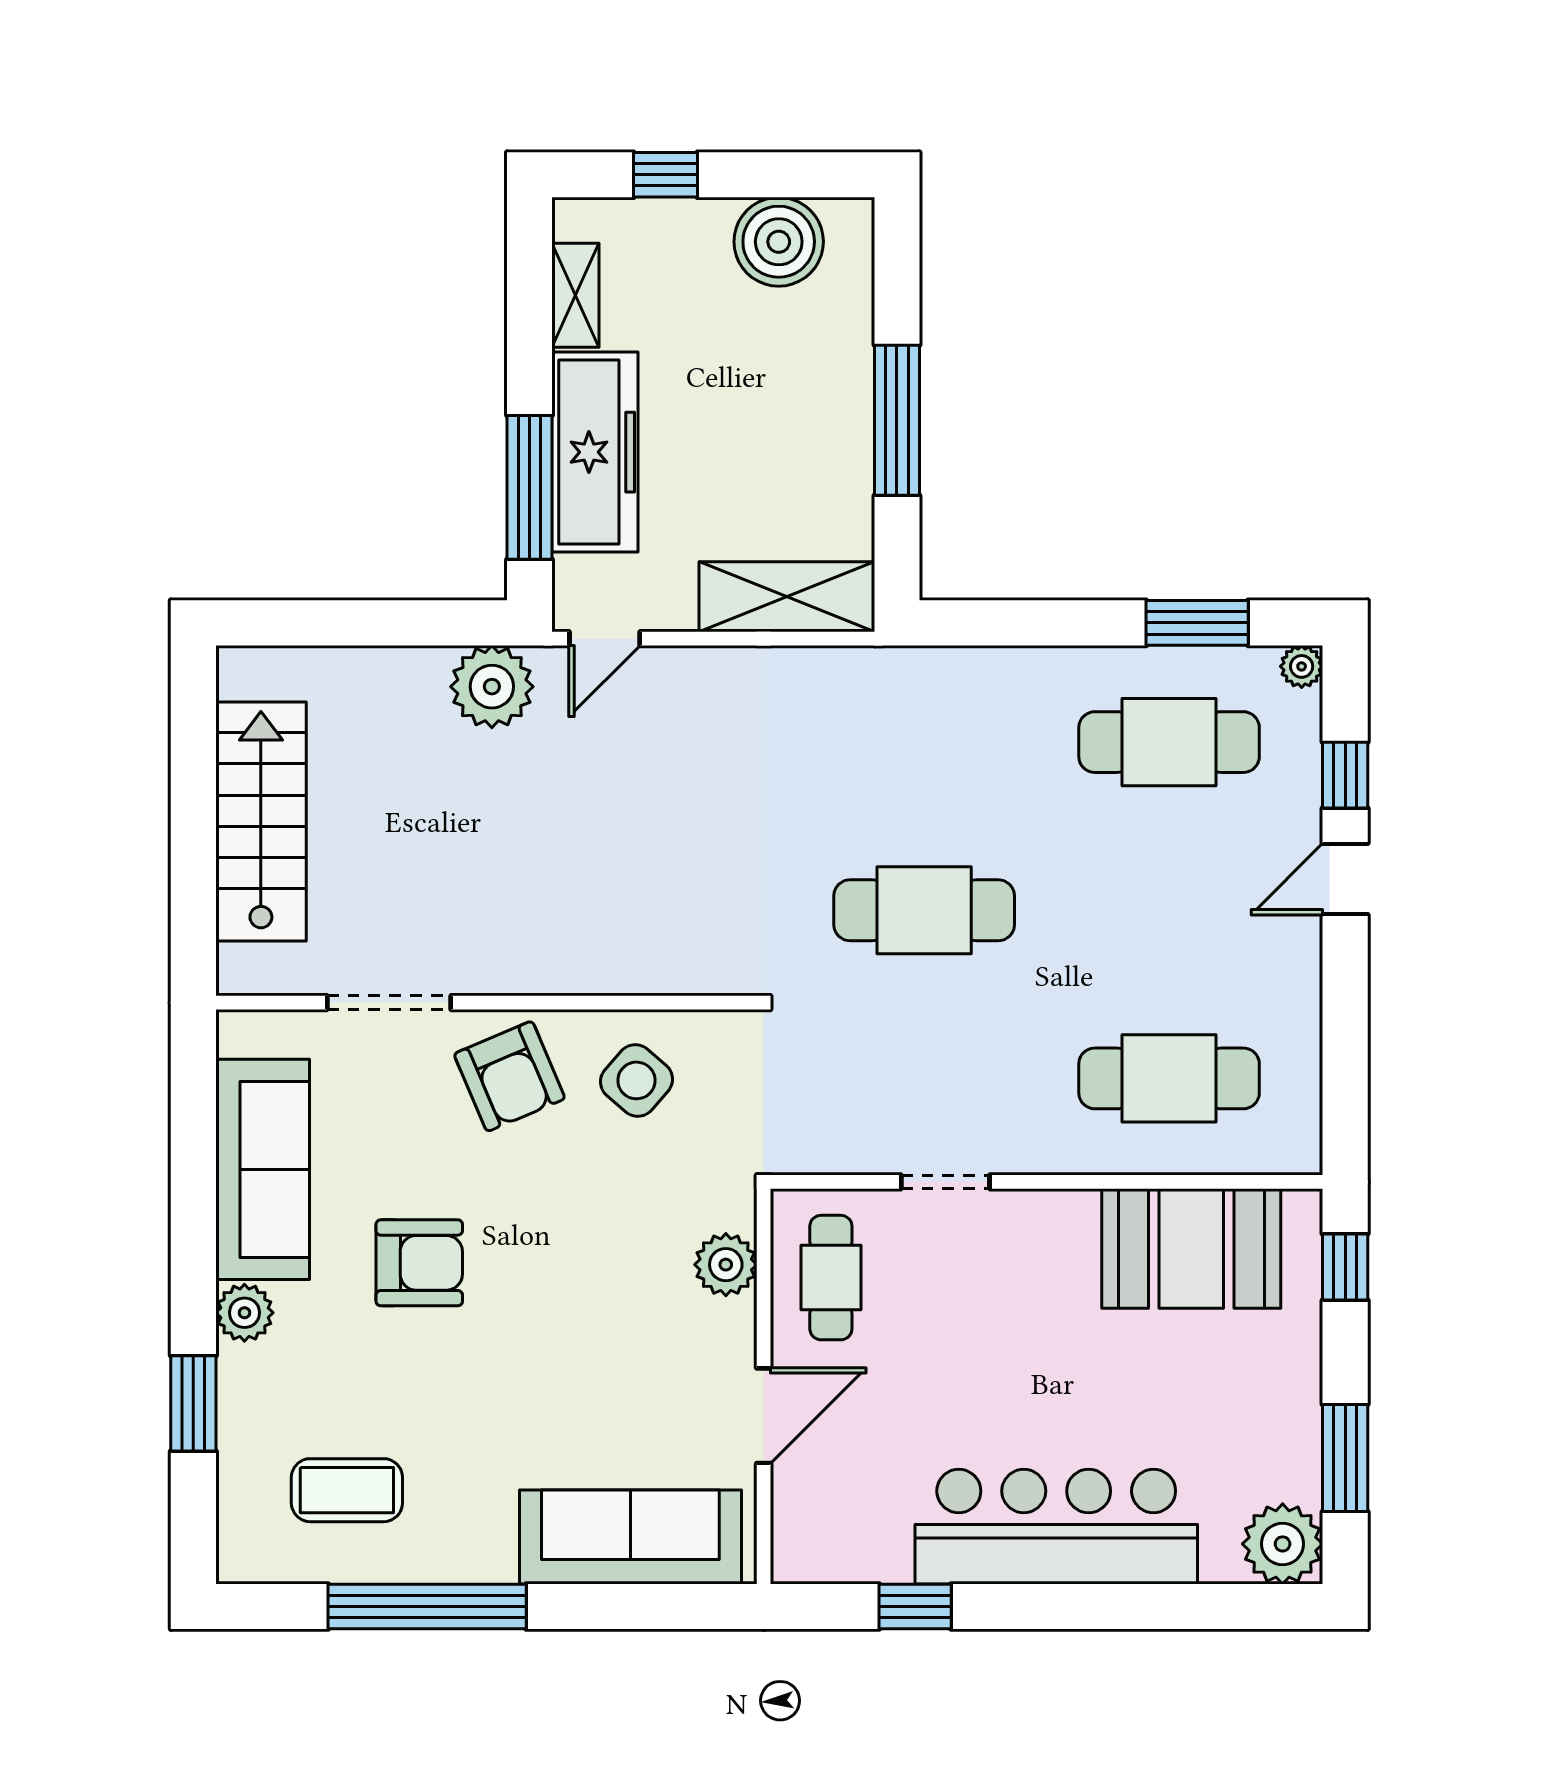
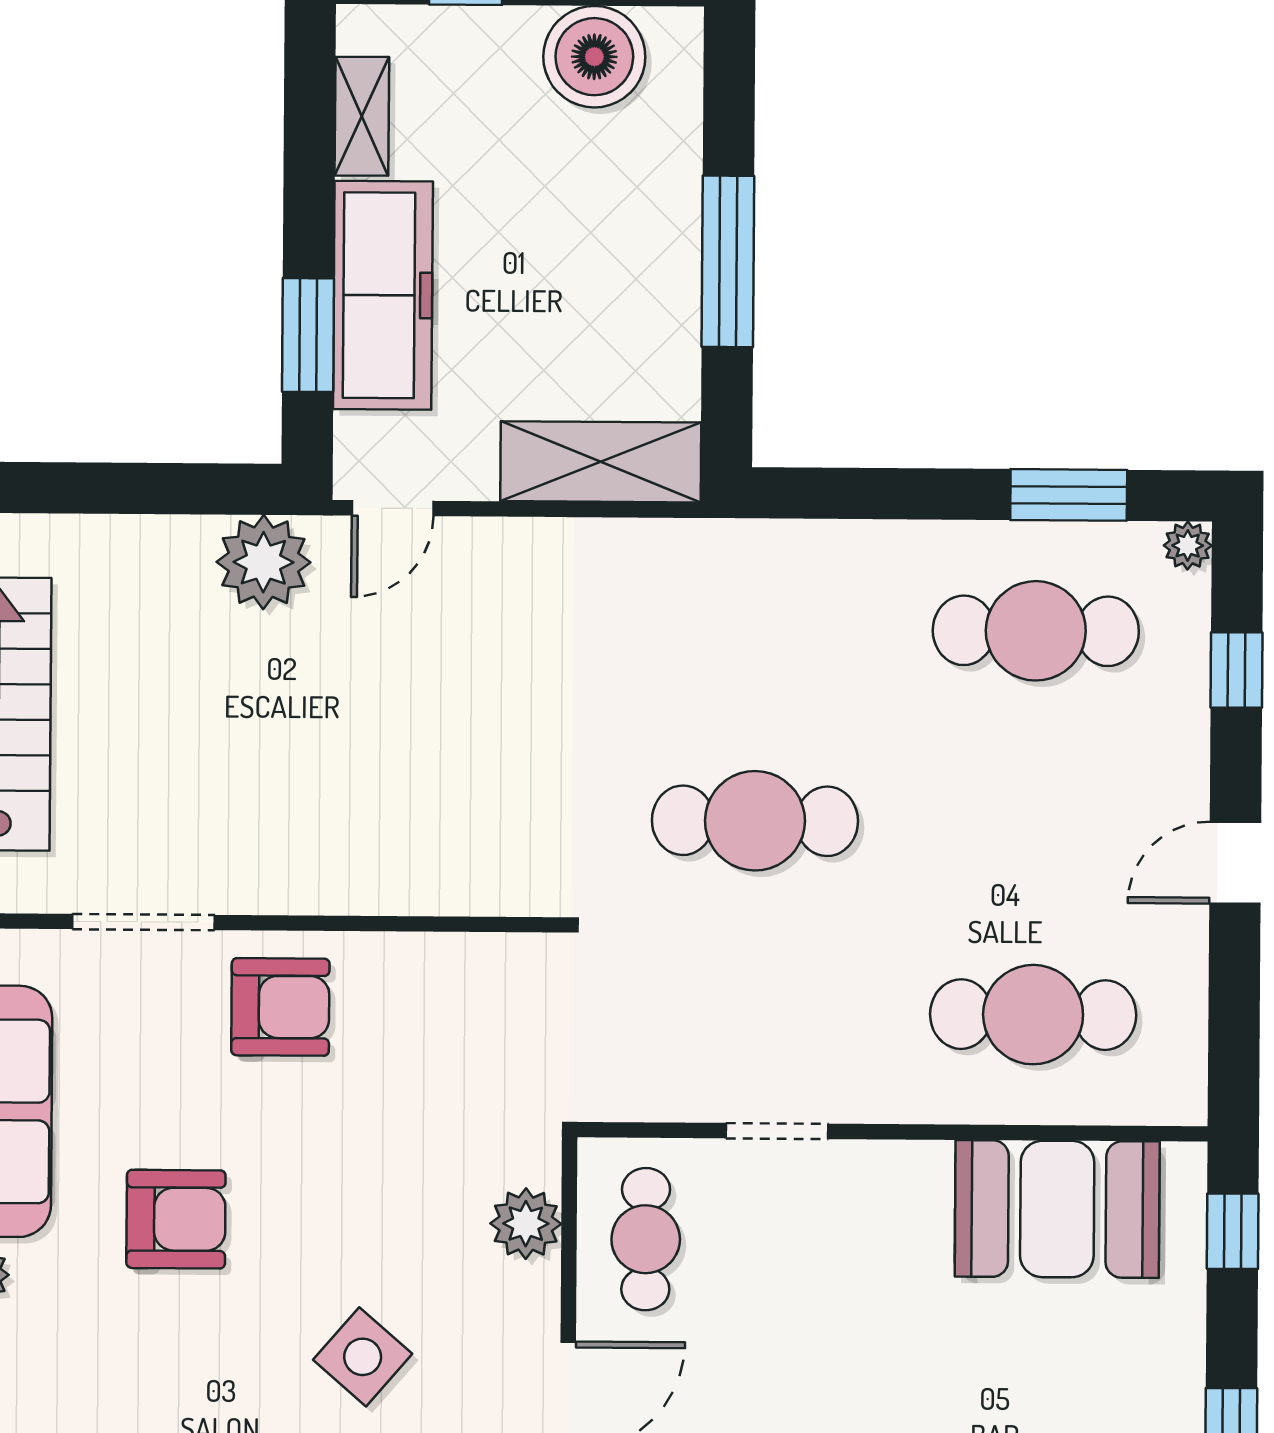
window: (530, 487) -> (308, 335), width x0.69
door: (1345, 879) -> (1235, 863), moved
armchair: (509, 1076) -> (280, 1007), turned -67
side table: (637, 1080) -> (363, 1357), moved

